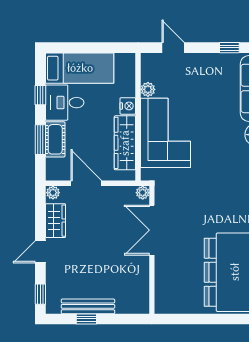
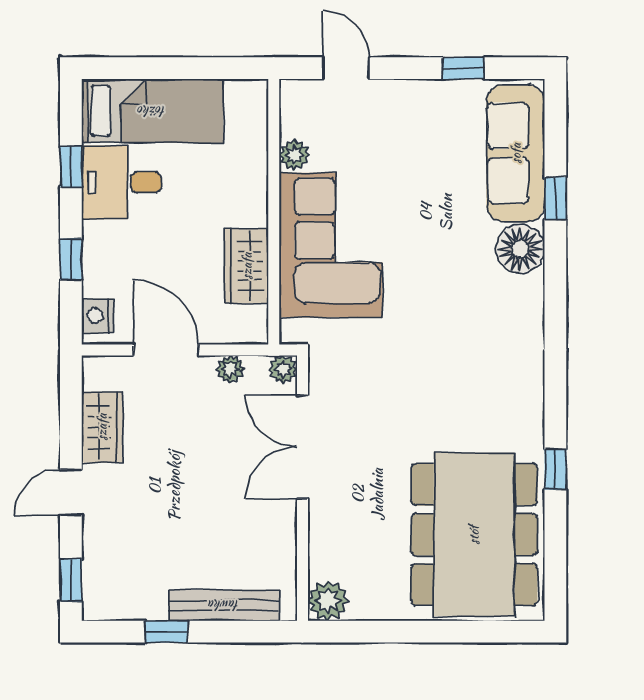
nightstand: (128, 106) -> (98, 316), moved, turned 180
cot: (55, 139) -> (102, 259), removed
window: (40, 140) -> (71, 259), width x0.67
wardrobe: (125, 143) -> (247, 266), width x0.67
plant: (53, 193) -> (230, 369), moved
plant: (164, 304) -> (328, 601), added
bench: (88, 306) -> (224, 605), moved

